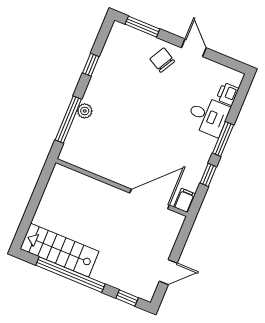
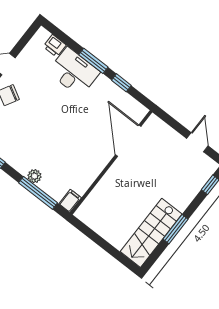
desk: (208, 116) -> (74, 72), width x1.37
filing cabinet: (185, 200) -> (70, 201), moved, turned 90
window: (70, 275) -> (176, 229), width x0.47

